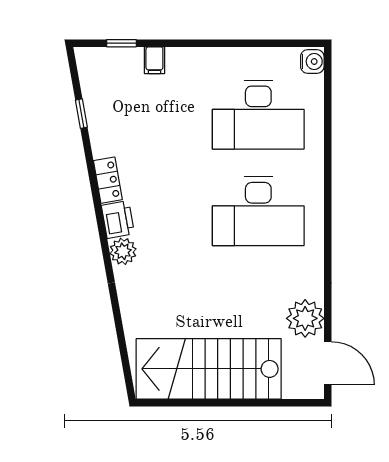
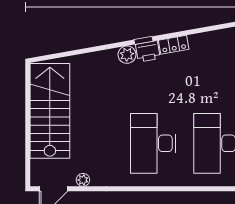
window: (81, 114) -> (143, 40), moved
plant: (305, 318) -> (83, 180), width x0.53, depth x0.53

